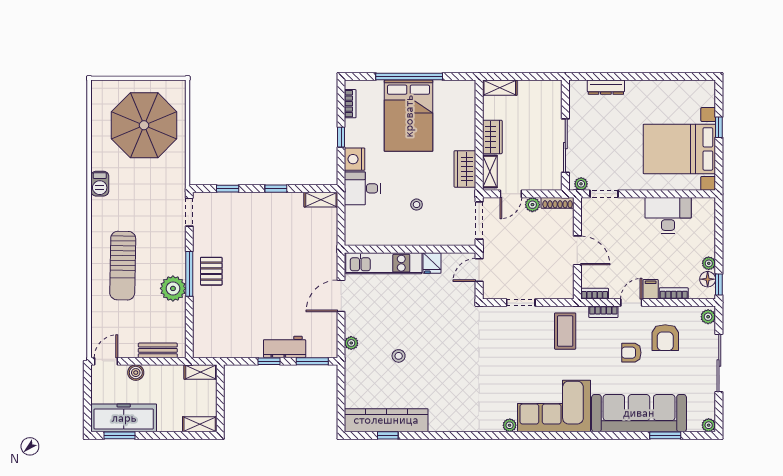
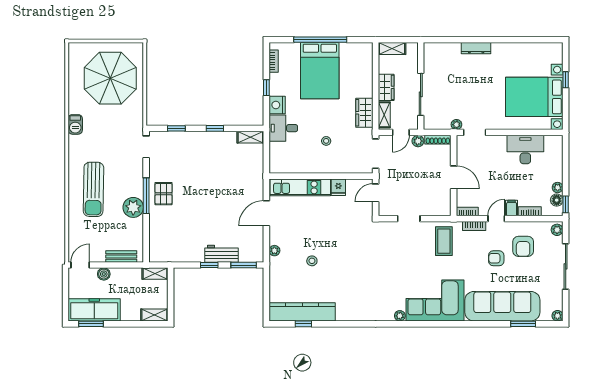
wall: (565, 135) -> (421, 86), moved
sliding door: (565, 146) -> (421, 94), moved

